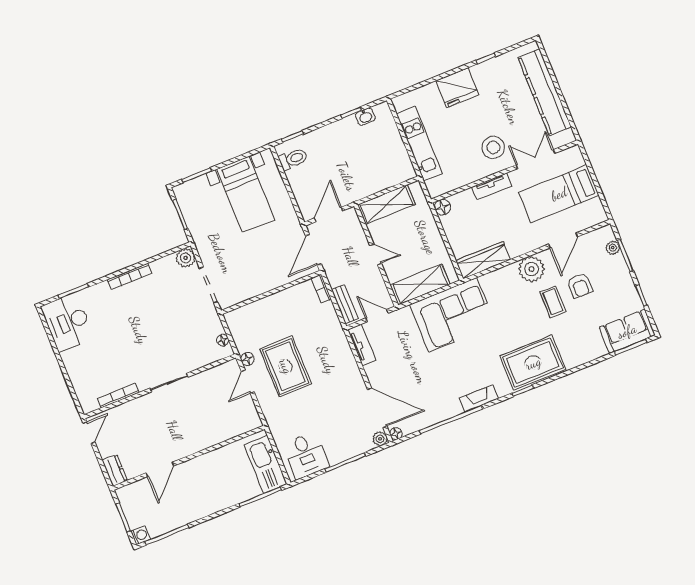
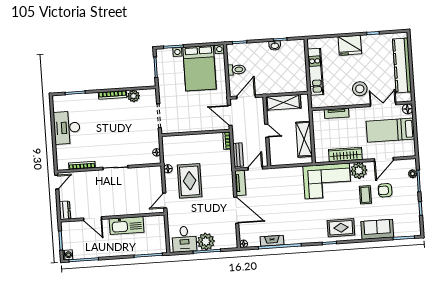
washbasin: (365, 117) -> (275, 45), moved
toilet: (293, 159) -> (236, 70), moved
tv unit: (492, 186) -> (337, 113), moved
bed with nightstands: (246, 194) -> (200, 68), width x1.36
floor lamp: (442, 207) -> (407, 109), moved
door: (313, 250) -> (230, 115), hinge flipped
plant: (186, 258) -> (134, 96), moved
wardrobe: (483, 260) -> (345, 155), moved
shelving: (420, 284) -> (304, 139), moved, turned 90
armchair: (580, 286) -> (385, 190), turned 90
corner sofa: (453, 315) -> (327, 181), moved
door: (377, 316) -> (255, 168), hinge flipped
desk: (68, 322) -> (67, 128), moved
sofa: (627, 331) -> (377, 229), moved
rug: (533, 363) -> (341, 228), width x0.73, depth x0.70
door: (248, 382) -> (165, 201), moved
fireplace: (479, 398) -> (272, 241), moved
door: (377, 408) -> (236, 210), moved
plant: (380, 439) -> (206, 241), moved, width x1.88, depth x1.88
kitchen sink: (266, 464) -> (127, 226), moved, turned -90
door: (160, 469) -> (93, 219), hinge flipped

